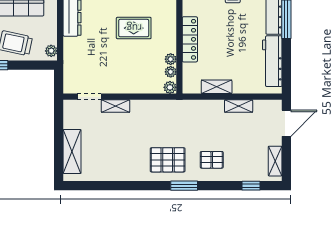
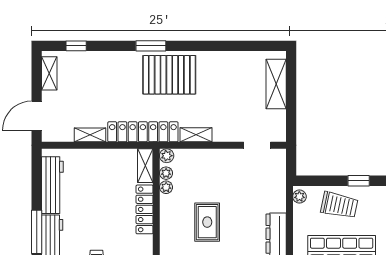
rug: (134, 28) -> (207, 222), turned 90
shelving: (217, 87) -> (145, 166), moved, turned 90
shelving: (116, 106) -> (196, 135), moved
locker: (191, 109) -> (143, 132), added
pallet: (168, 160) -> (169, 75), width x1.37, depth x1.41
pallet: (212, 160) -> (120, 75), removed

